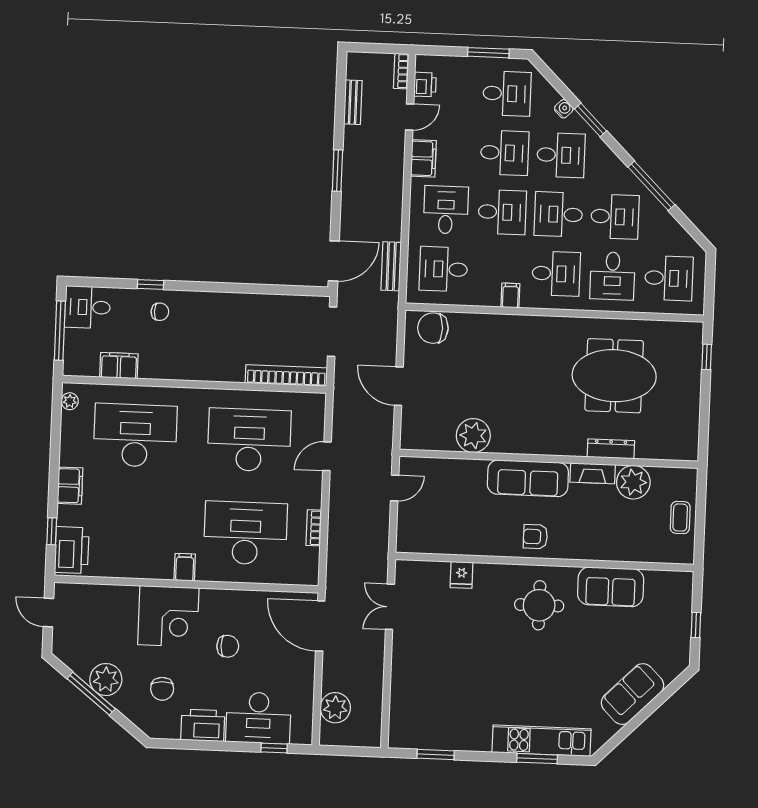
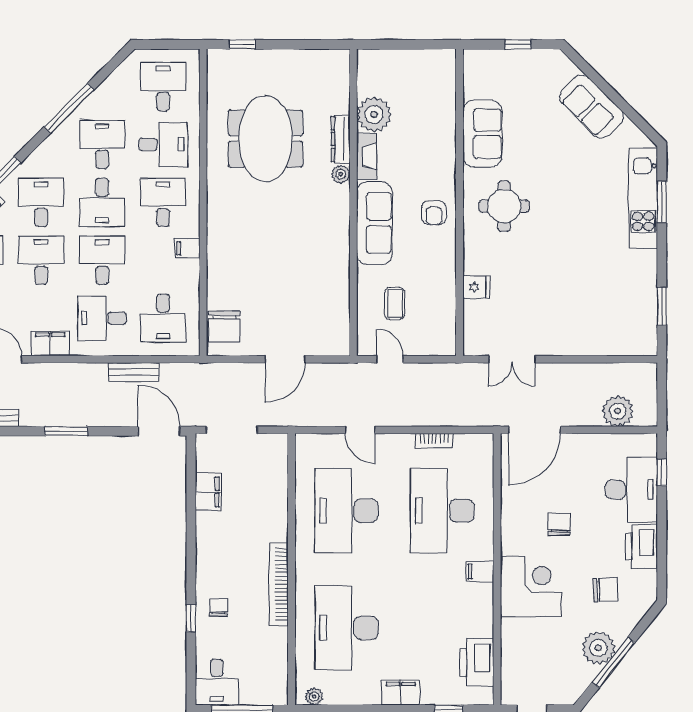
bench: (391, 266) -> (134, 372), moved
filing cabinet: (119, 366) -> (208, 492), moved, turned 180
bookcase: (286, 375) -> (279, 585), moved
plant: (473, 436) -> (341, 174), moved, width x0.53, depth x0.53
coffee table: (680, 518) -> (395, 304), moved, turned 90
printer: (72, 550) -> (477, 662), moved, turned -90

